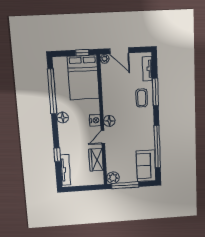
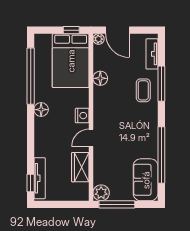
floor lamp: (109, 121) -> (100, 78), moved
window: (57, 155) -> (31, 183), moved

